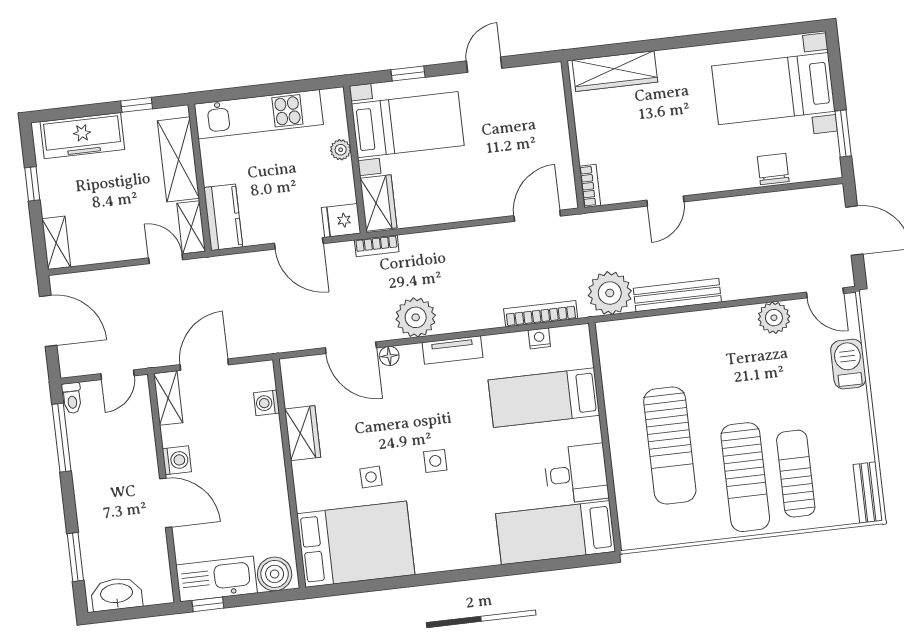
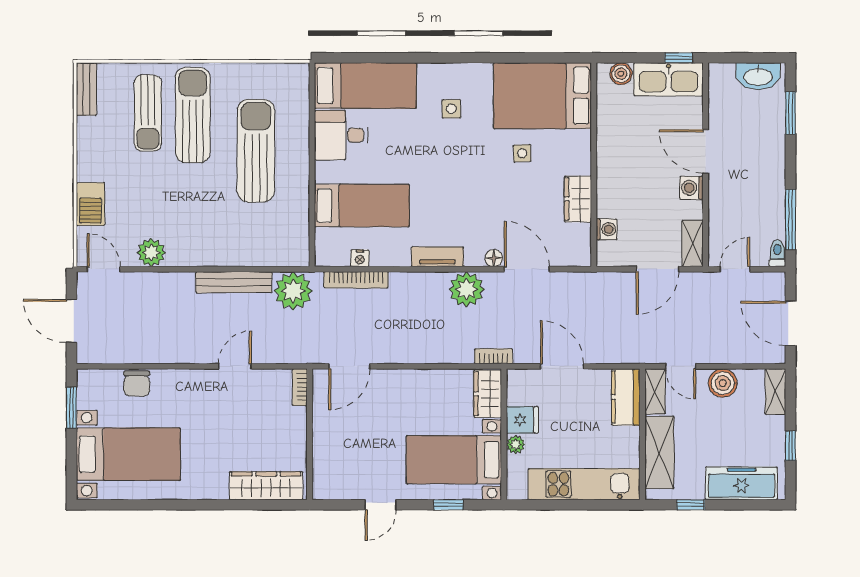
fridge: (341, 220) -> (522, 420), moved
boiler: (116, 245) -> (723, 383), added
side table: (435, 461) -> (451, 109), moved
boiler: (275, 574) -> (621, 74), width x0.73, depth x0.73

